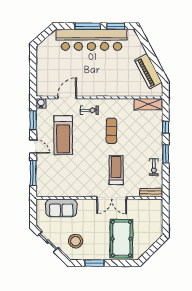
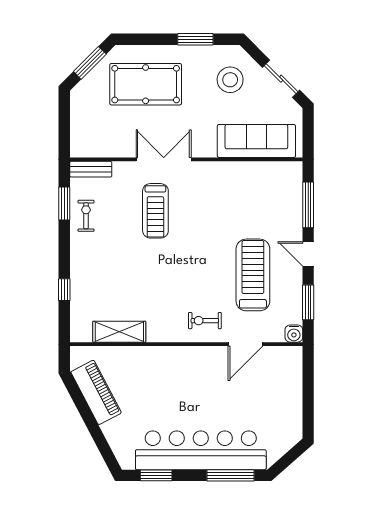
window: (88, 26) -> (230, 475), moved
shelving: (148, 104) -> (119, 332), moved
exercise mat: (111, 131) -> (164, 283), removed
window: (166, 154) -> (64, 203), moved
sofa: (61, 208) -> (256, 141), width x1.36
pool table: (121, 239) -> (146, 84), turned 90
window: (152, 250) -> (90, 63), added

